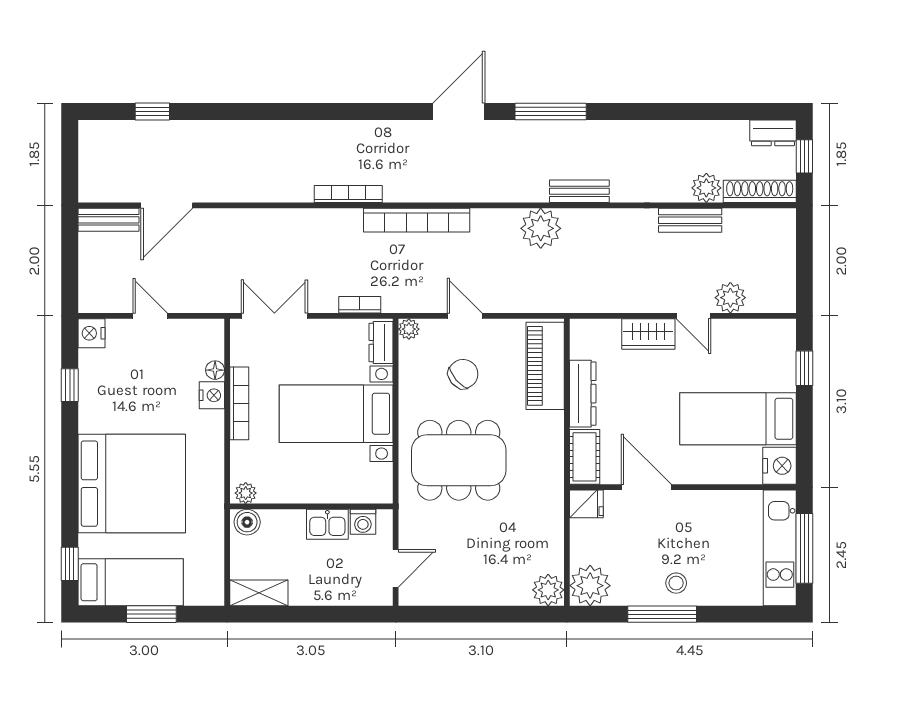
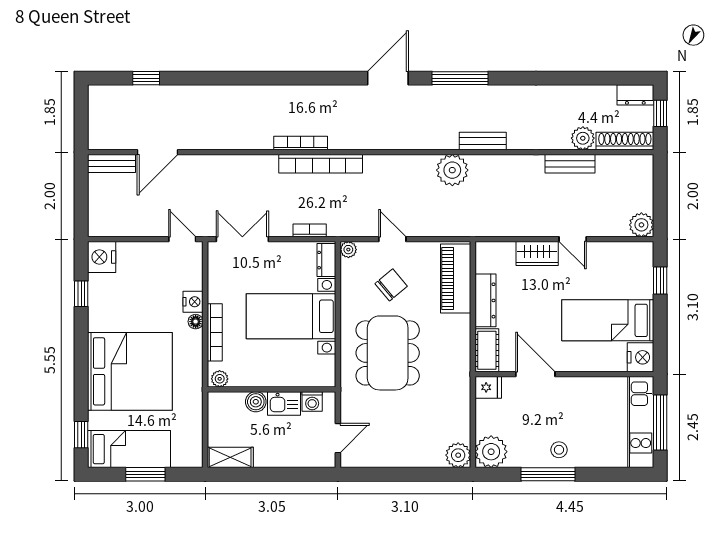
bookcase: (417, 220) -> (321, 164), moved
plant: (730, 298) -> (641, 225), moved
door: (150, 316) -> (182, 239), moved
nightstand: (91, 333) -> (102, 257), width x1.36, depth x1.33
floor lamp: (215, 370) -> (196, 322), moved
bookcase: (239, 403) -> (215, 332), moved
dining table: (459, 460) -> (388, 353), turned 90
boiler: (247, 522) -> (256, 402), moved

